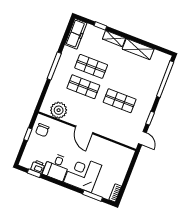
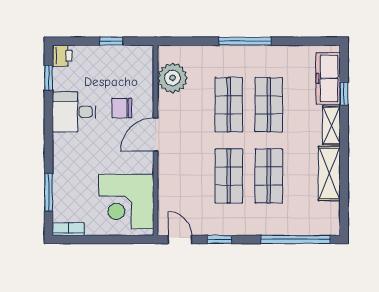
freezer: (76, 34) -> (328, 78), moved, turned 90
shop shelf: (127, 80) -> (269, 176), added
chair: (42, 130) -> (122, 108), moved
door: (142, 138) -> (180, 239), swing flipped
printer: (38, 167) -> (62, 56), moved
corner desk: (83, 174) -> (126, 202), moved, turned 180

